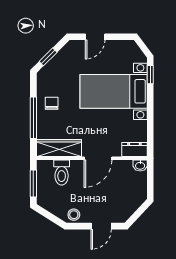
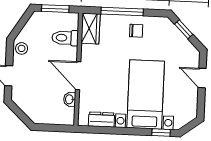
wardrobe: (59, 148) -> (91, 29), width x0.67
dresser: (134, 150) -> (101, 119), moved, turned -90
washbasin: (140, 165) -> (70, 99), moved

